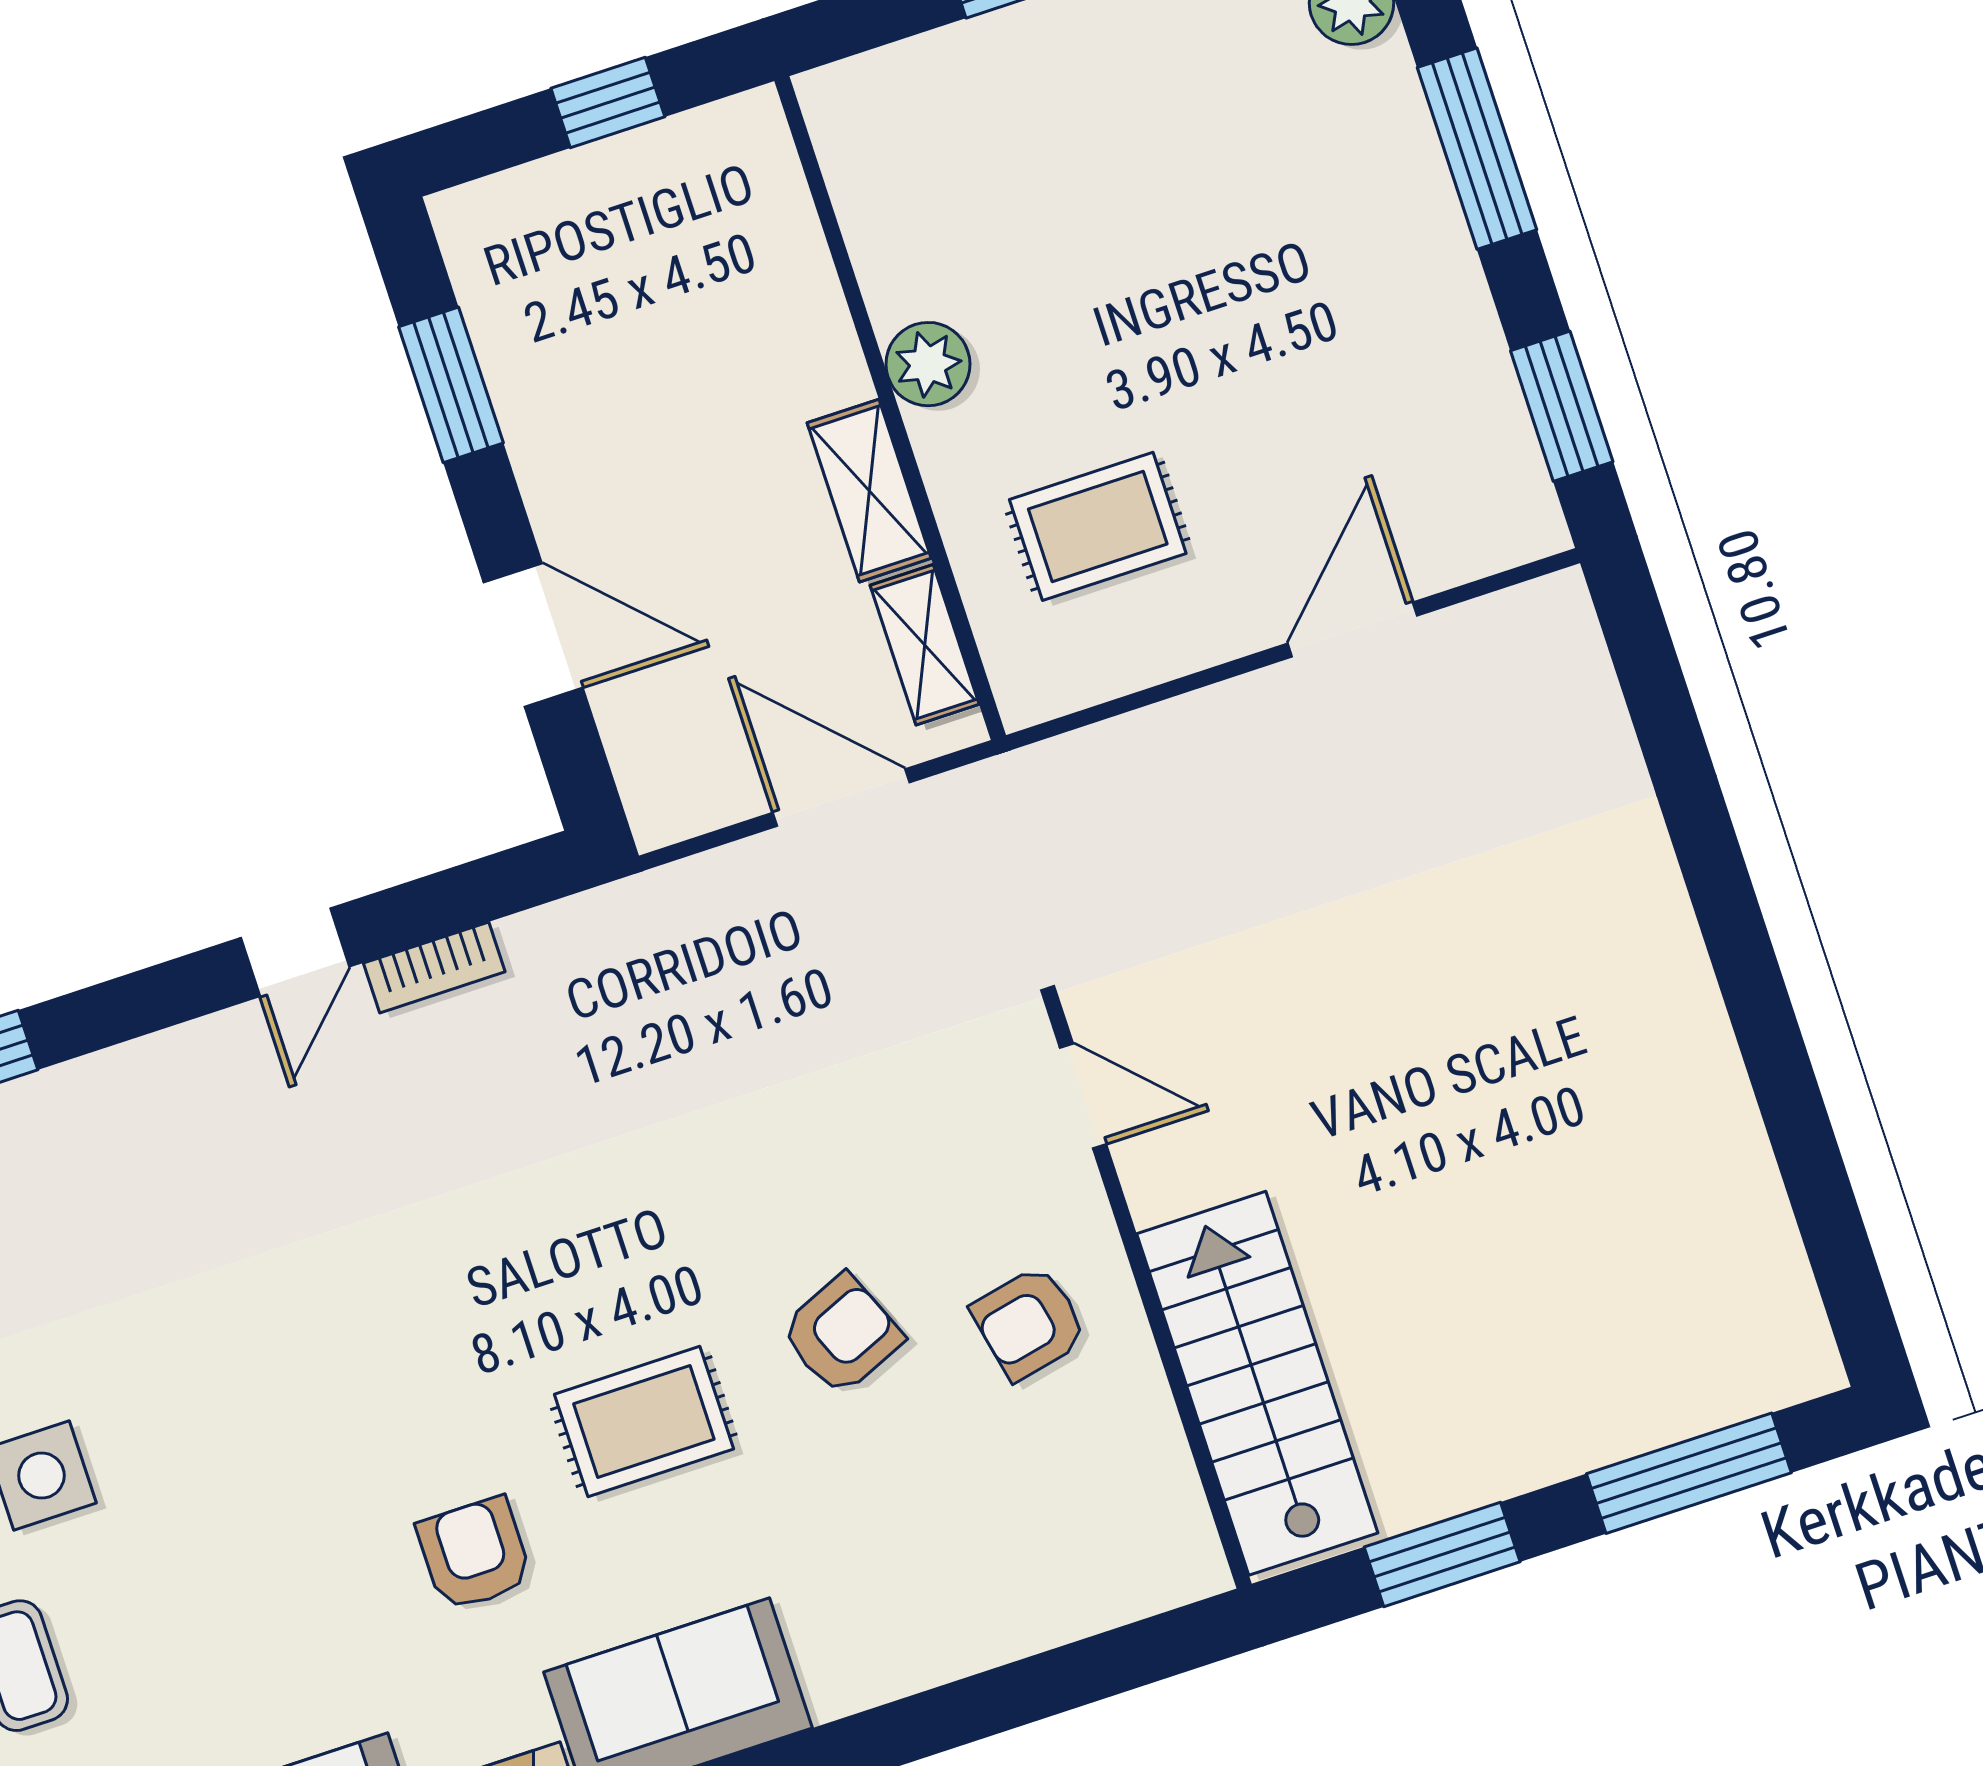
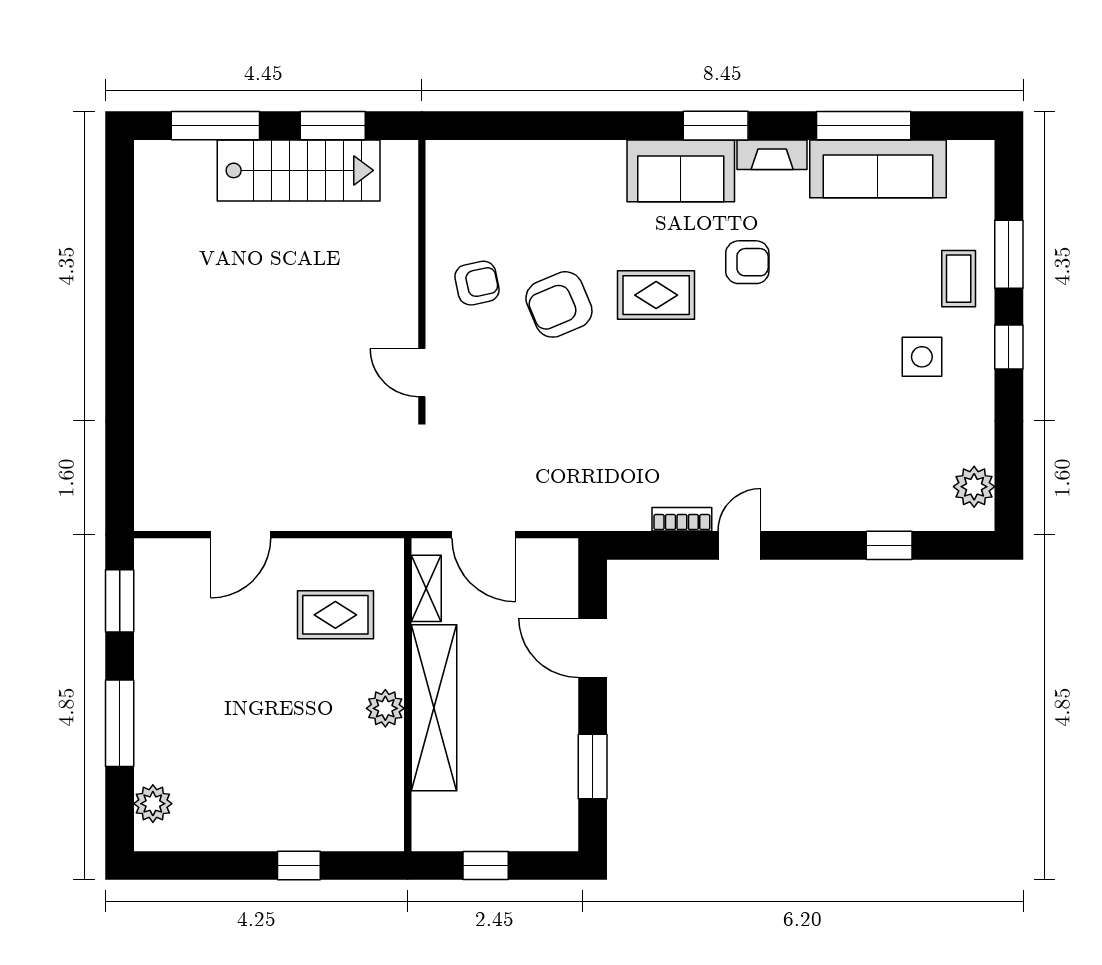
shelving: (869, 491) -> (434, 708), width x2.20, depth x1.33
armchair: (842, 1334) -> (559, 304), width x1.38, depth x1.38
stairs: (1257, 1383) -> (299, 170), moved, turned -90
armchair: (474, 1554) -> (747, 262), turned -90

